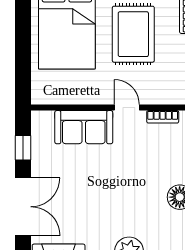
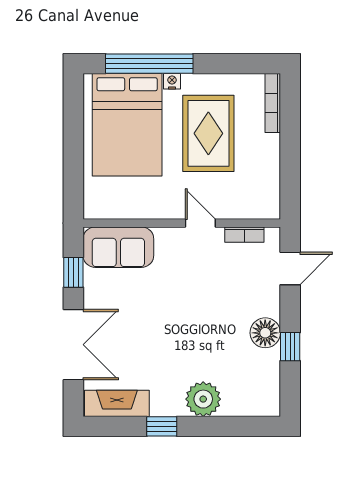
sofa: (84, 127) -> (118, 247), moved

